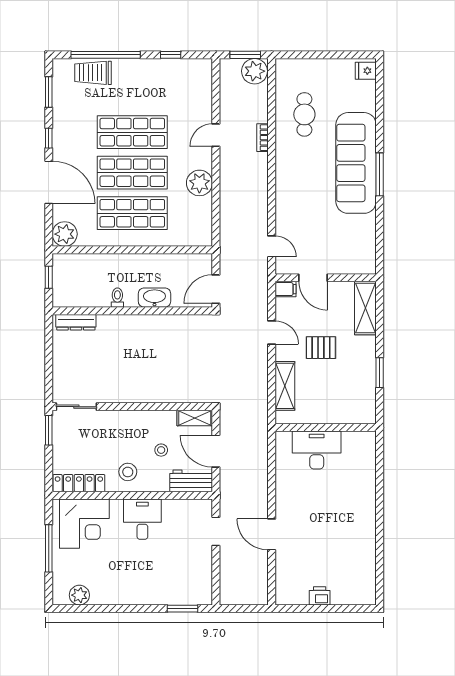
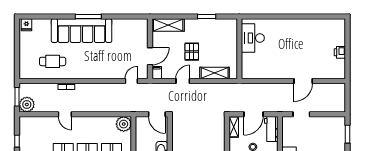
plant: (255, 71) -> (27, 104), moved
plant: (199, 183) -> (124, 124), moved
desk: (317, 450) -> (253, 38), moved

